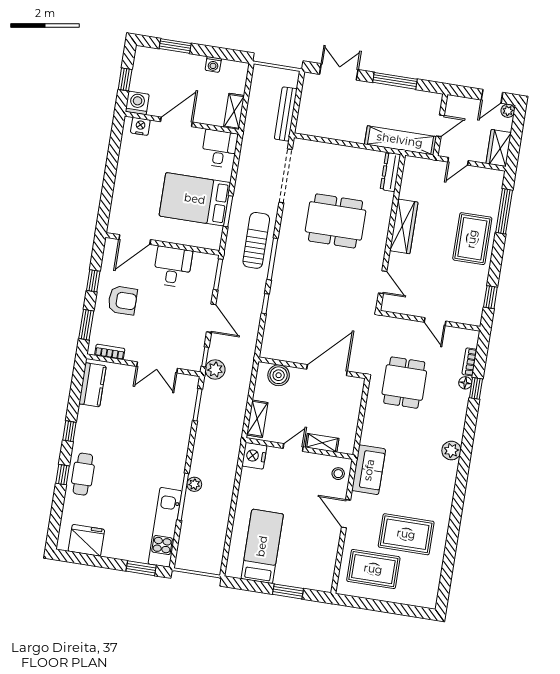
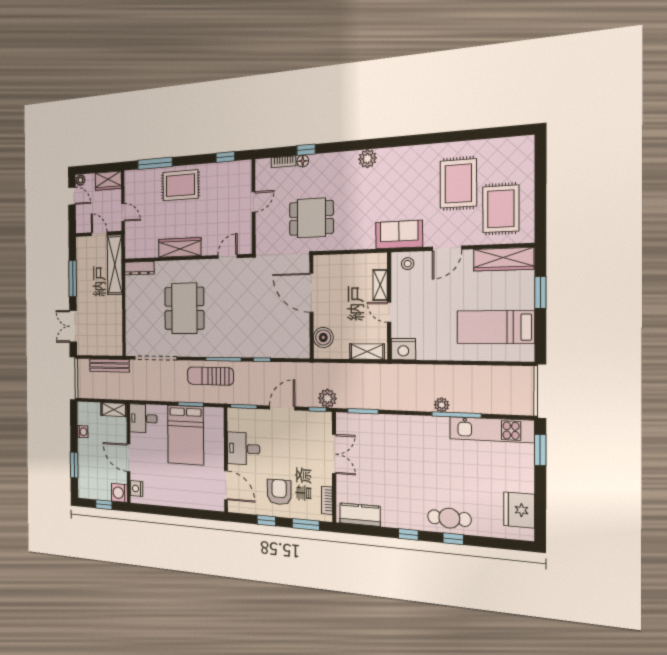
wardrobe: (325, 564) -> (504, 259), added

